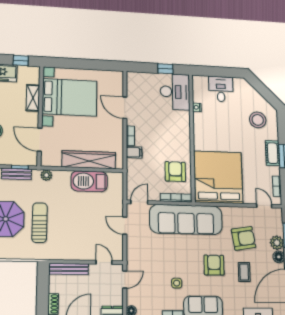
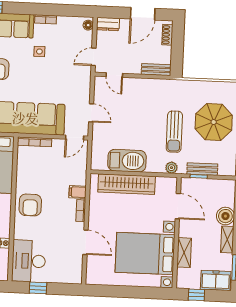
armchair: (175, 172) -> (30, 205), moved
sun lounger: (40, 223) -> (174, 132), moved
bench: (69, 269) -> (156, 70), width x0.73

